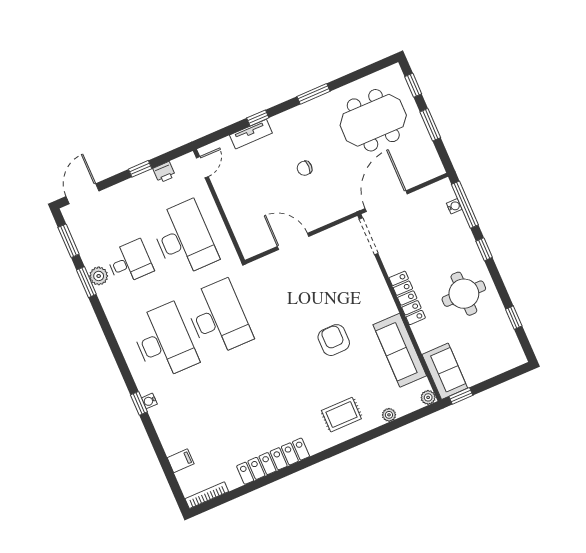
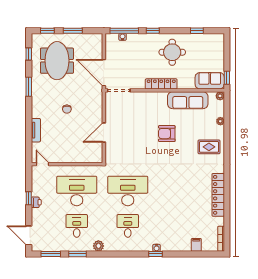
window: (258, 118) -> (29, 54), moved
printer: (164, 172) -> (36, 202), moved
plant: (99, 276) -> (98, 246), moved
desk: (164, 341) -> (128, 226), width x0.53, depth x0.77
rug: (341, 415) -> (209, 147), turned 90

